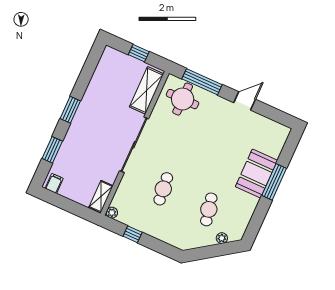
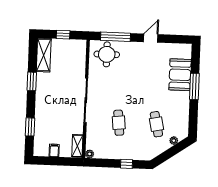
shelving: (147, 90) -> (44, 55), moved
window: (70, 110) -> (32, 81), moved
booth: (256, 174) -> (180, 75), moved
filing cabinet: (54, 183) -> (54, 150), moved
window: (133, 234) -> (127, 164), moved

